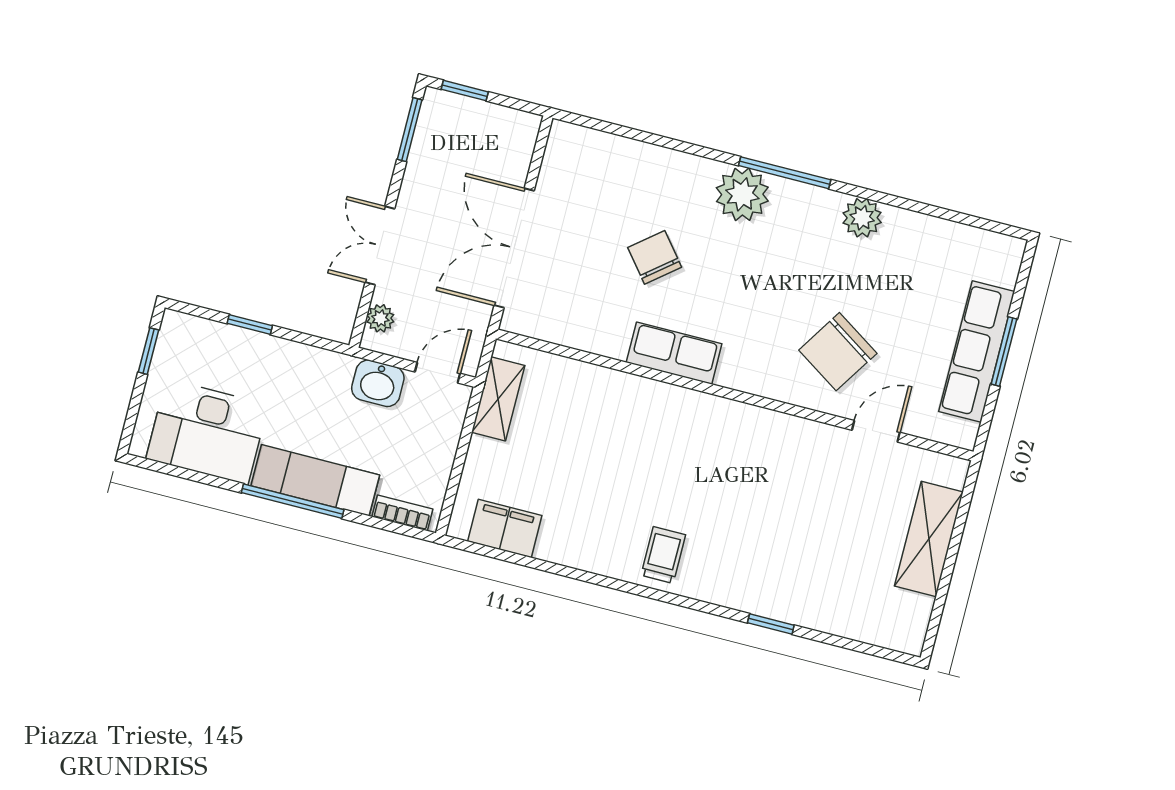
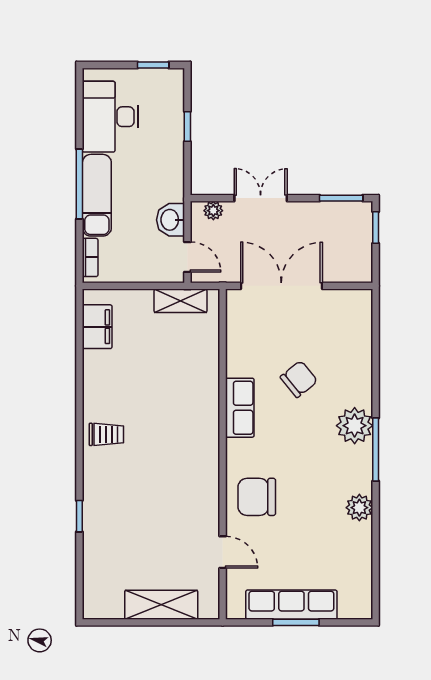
chair: (838, 352) -> (257, 497), moved, turned -33

